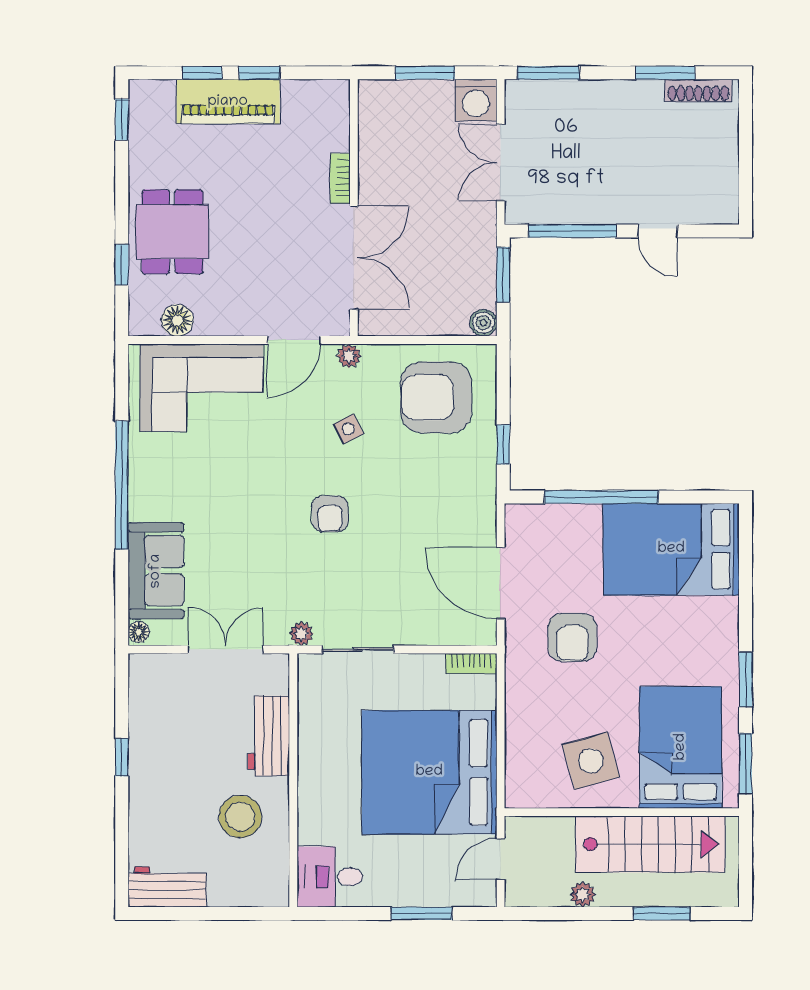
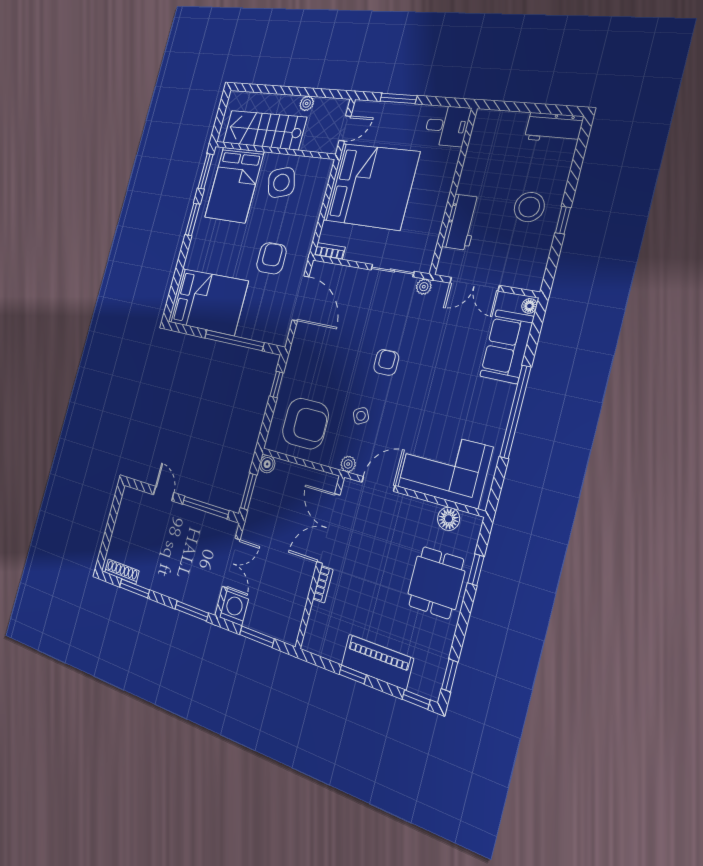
window: (202, 73) -> (416, 700), moved
stool: (240, 817) -> (529, 207), moved
window: (662, 914) -> (269, 89), removed

